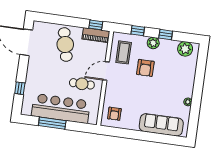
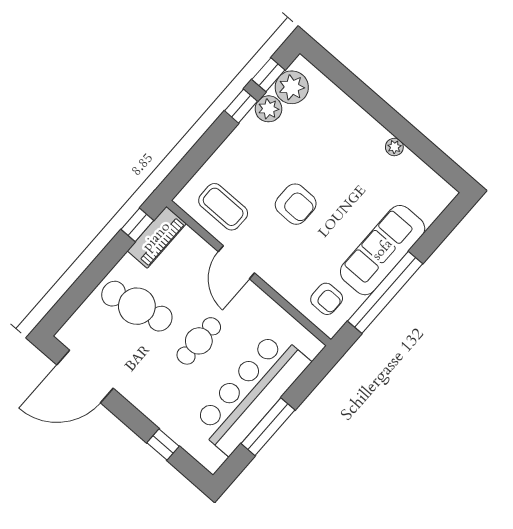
window: (138, 31) -> (268, 75), moved
plant: (153, 43) -> (268, 109), moved
armchair: (145, 68) -> (296, 204), moved
cafe table: (82, 84) -> (199, 341), moved
sofa: (161, 125) -> (383, 250), moved
window: (131, 134) -> (385, 292), added

